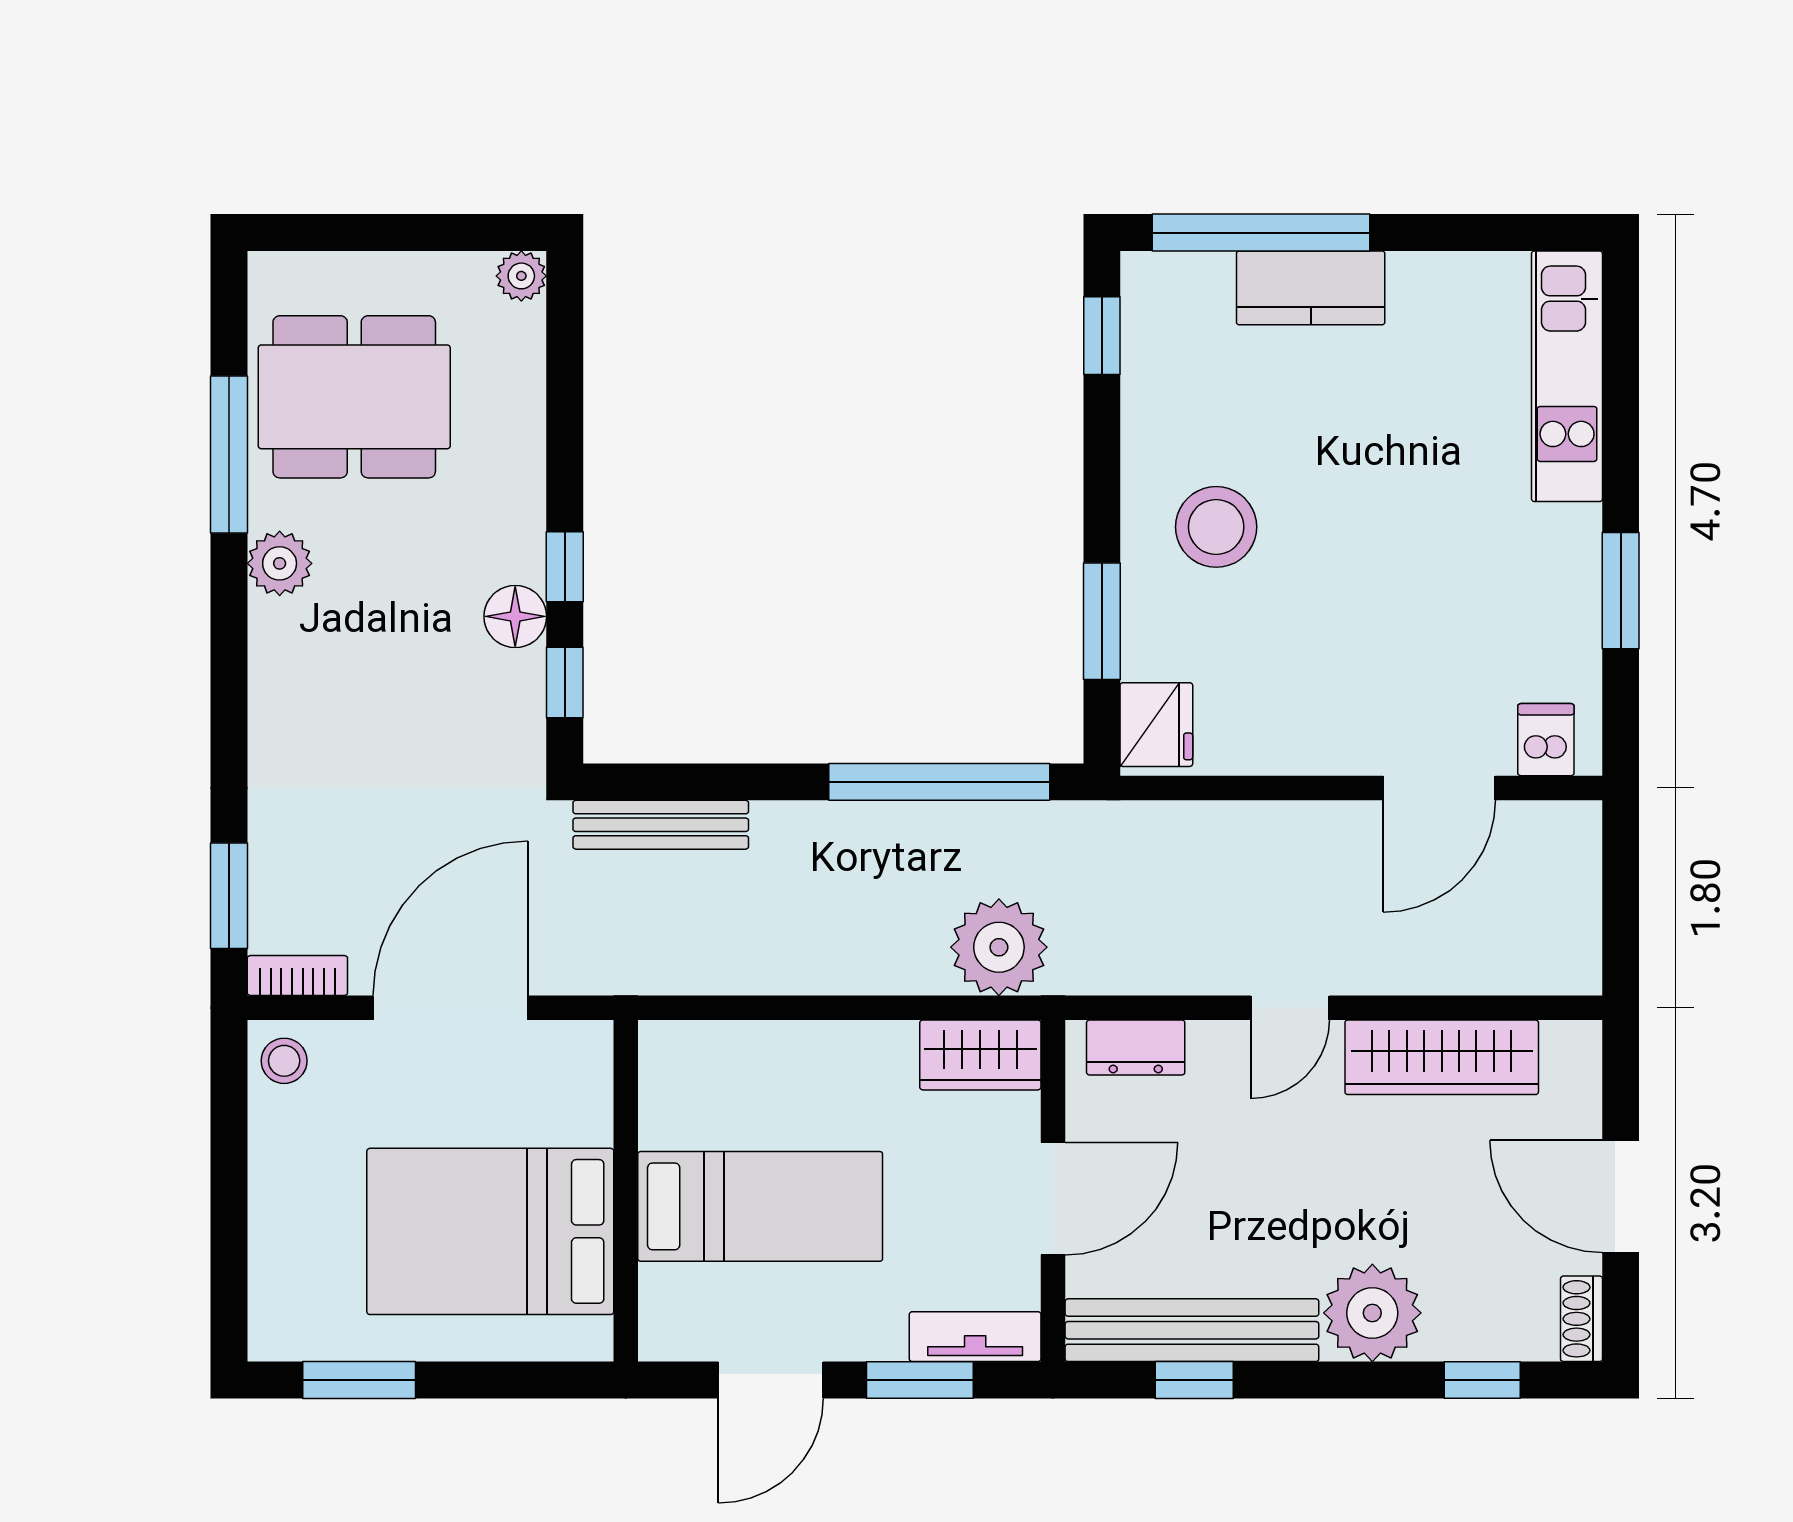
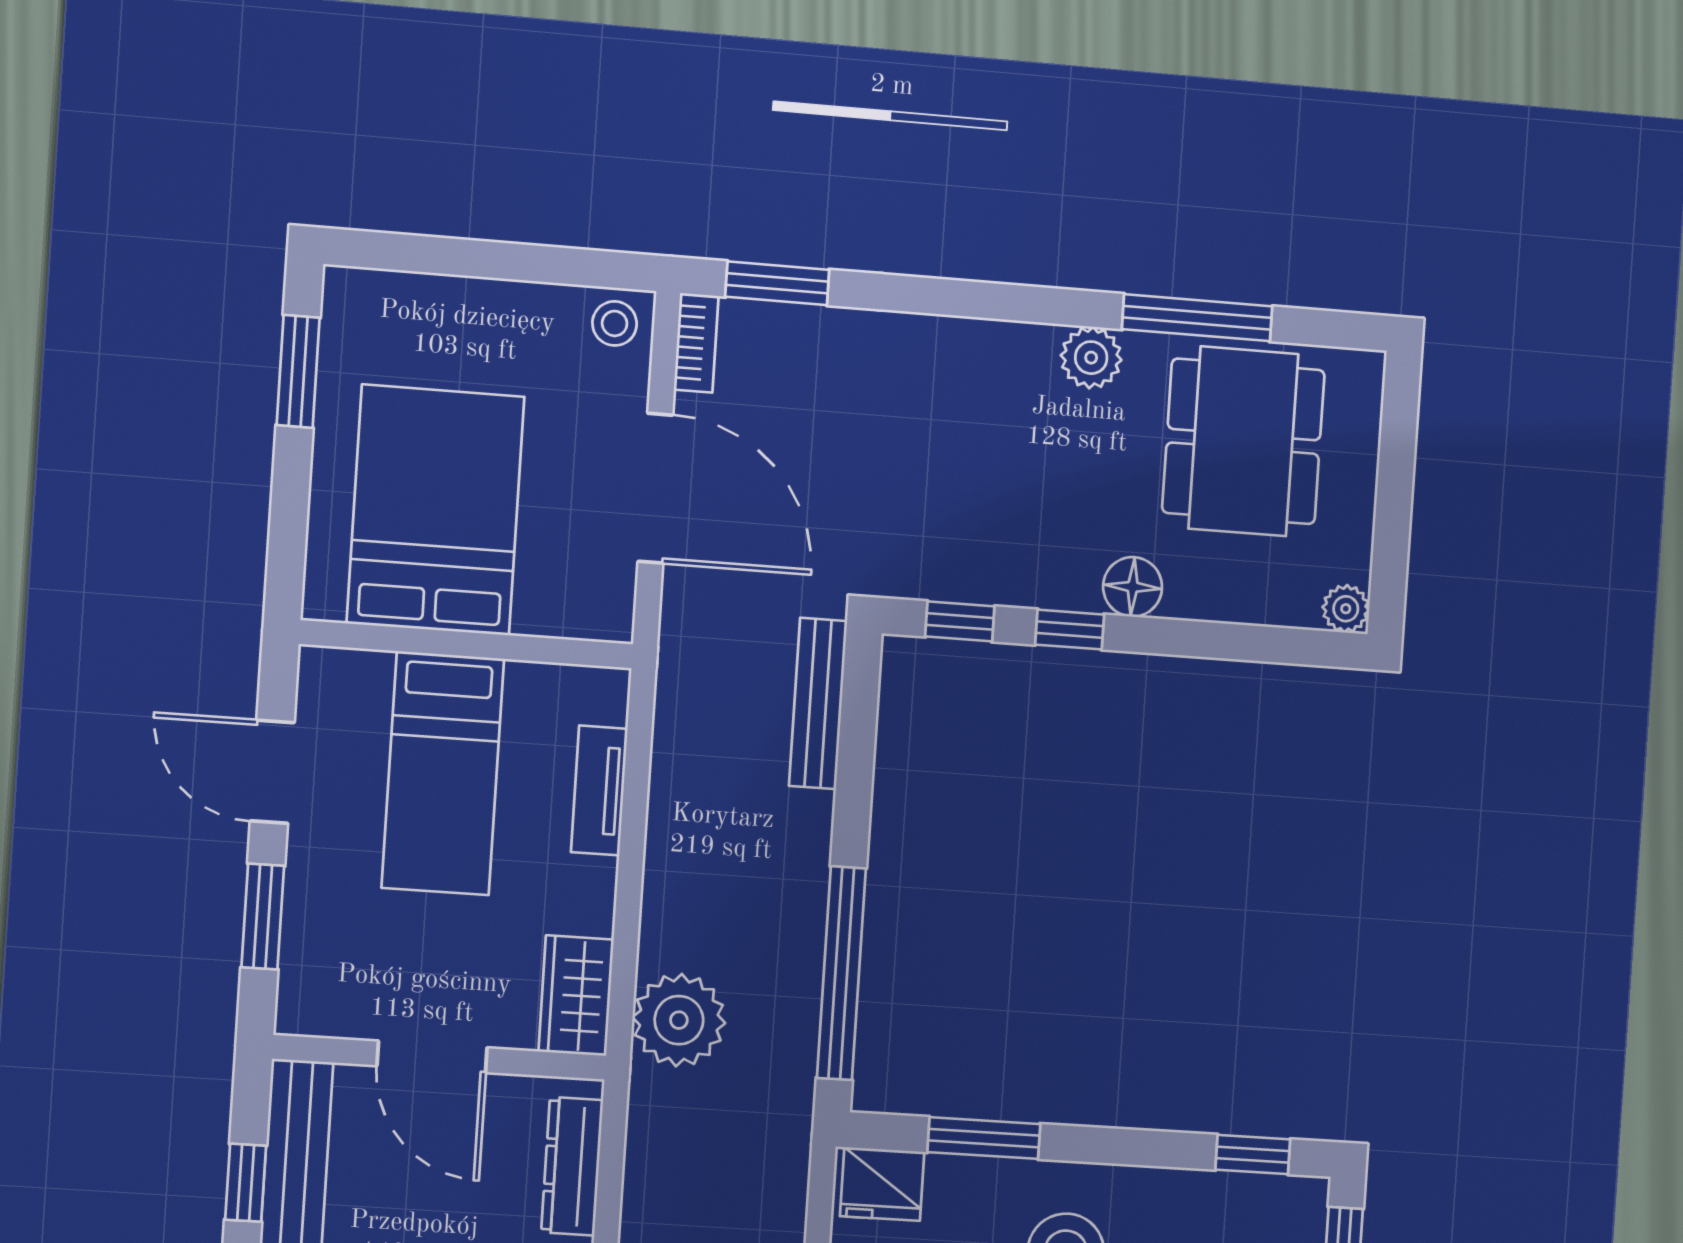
floor lamp: (515, 616) -> (1133, 587), moved
dresser: (1136, 1047) -> (572, 1166), width x1.44
tv unit: (975, 1337) -> (599, 790), moved, turned 180

